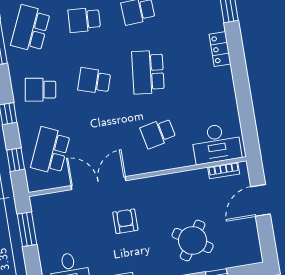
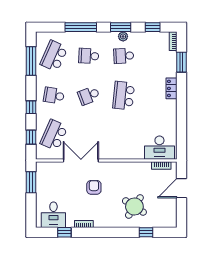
school desk: (94, 81) -> (89, 95), turned -39
school desk: (158, 133) -> (124, 135), removed

